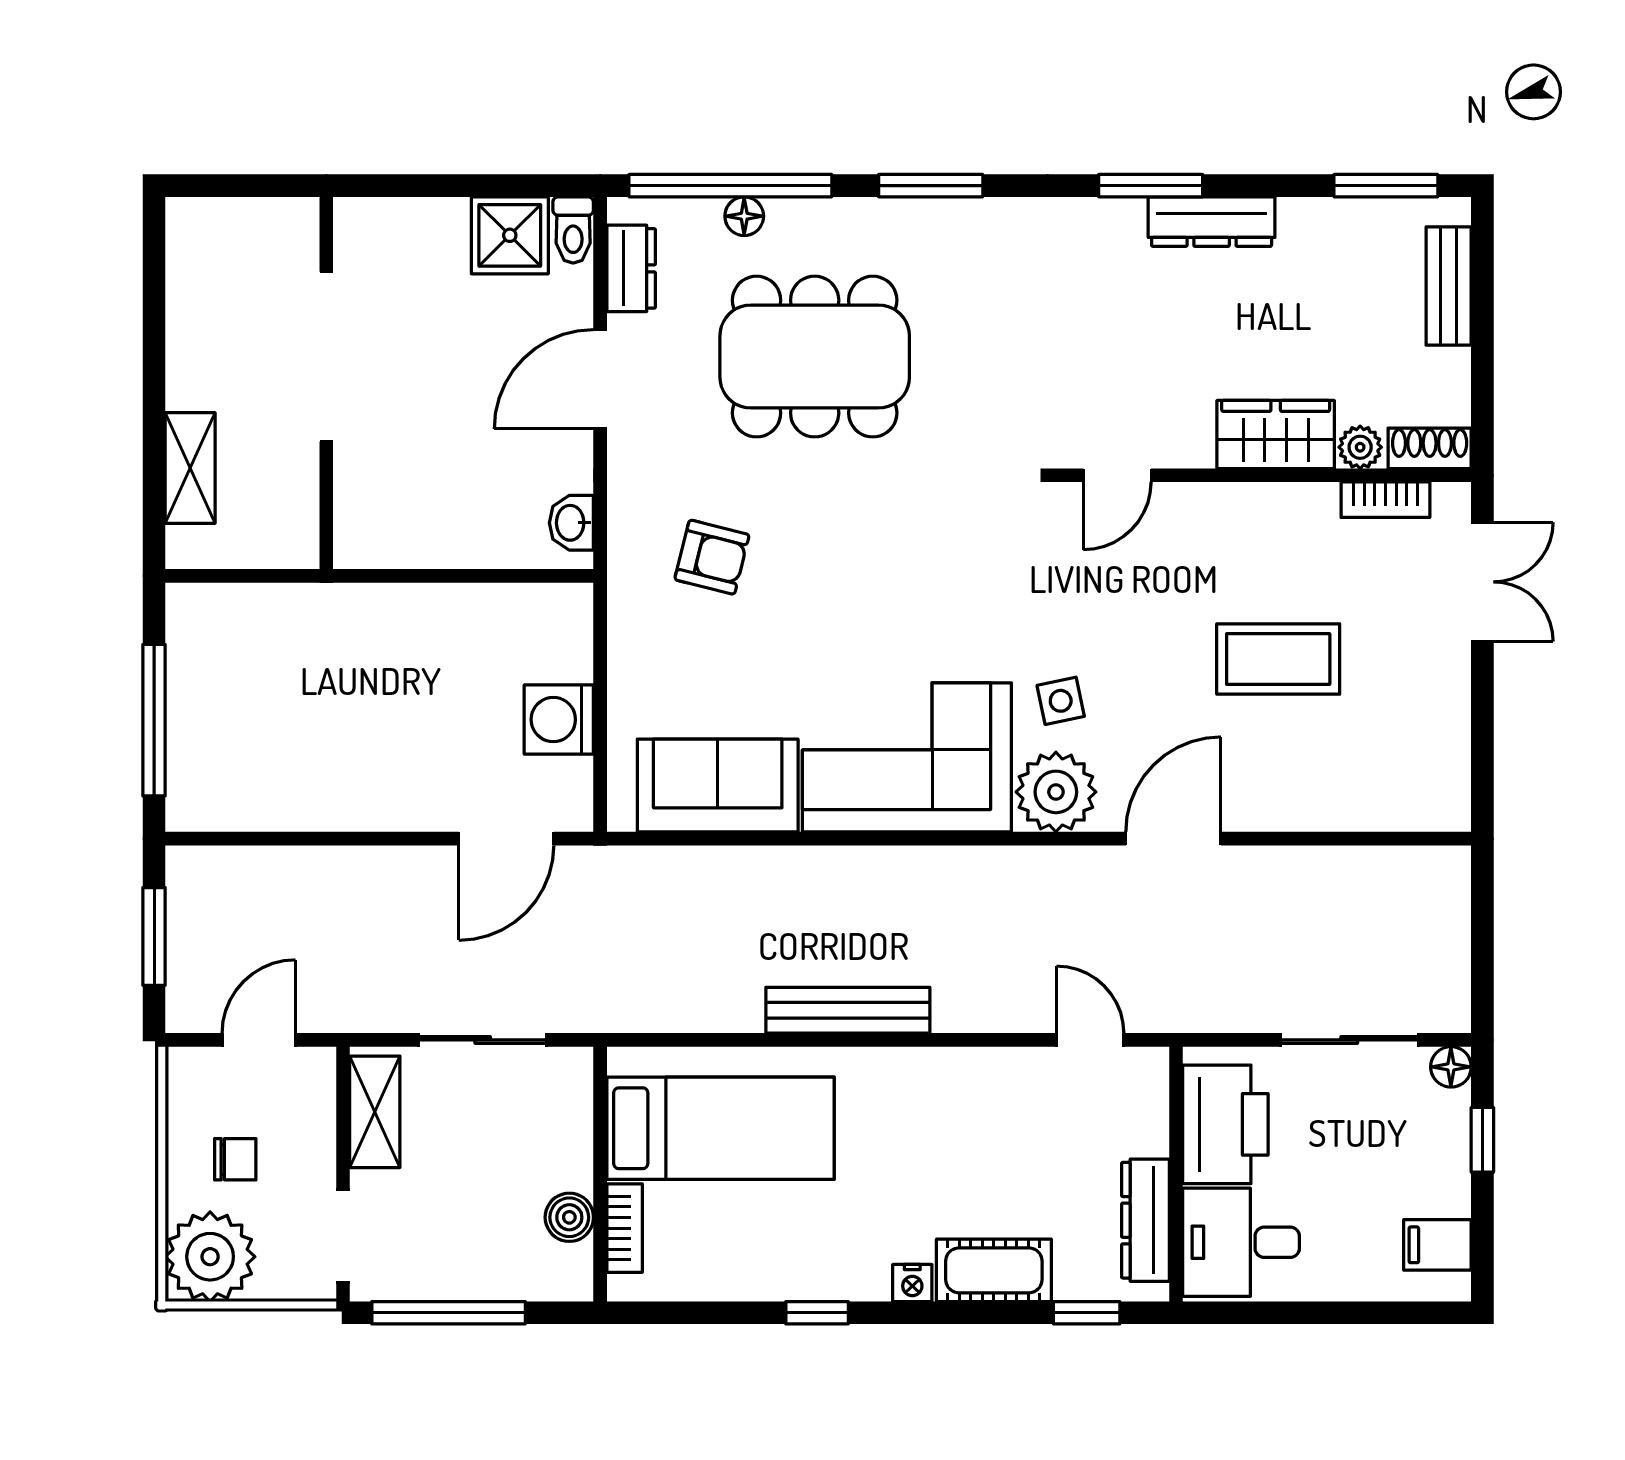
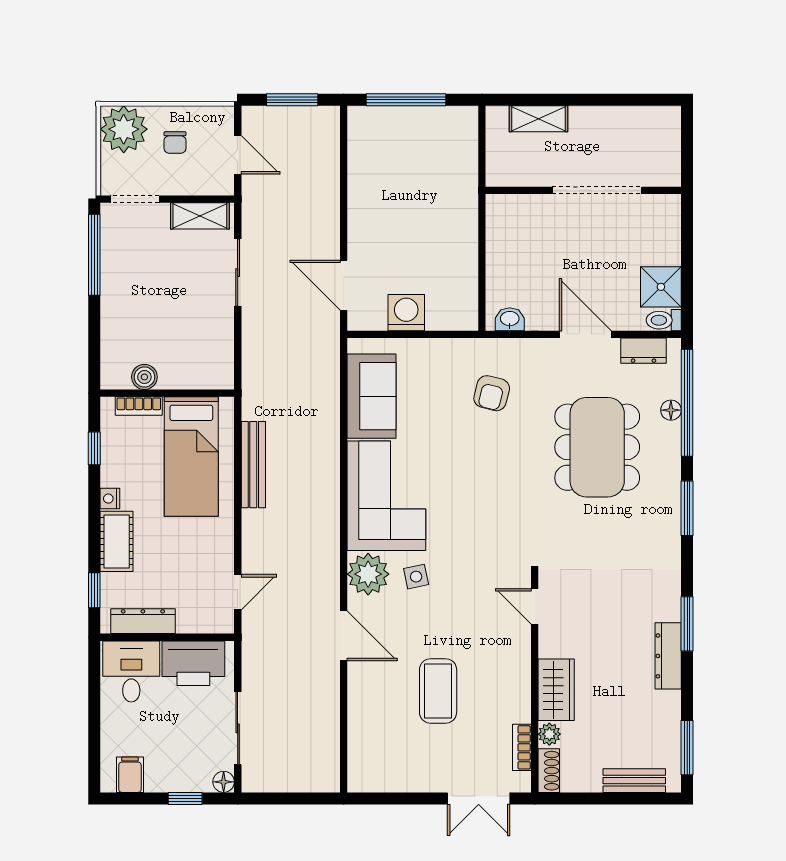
bed: (721, 1128) -> (191, 456), moved
wall: (600, 1174) -> (167, 393), moved
boiler: (569, 1217) -> (144, 377), moved
bookcase: (625, 1228) -> (139, 406), moved

